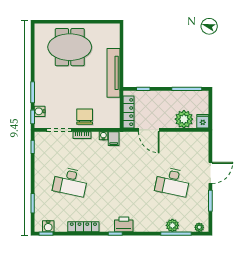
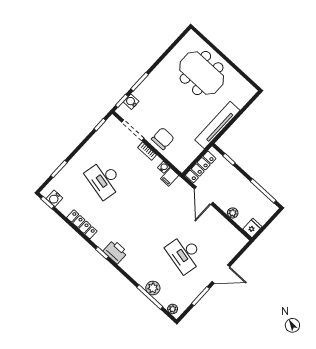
plant: (184, 119) -> (233, 213), width x0.53, depth x0.53

